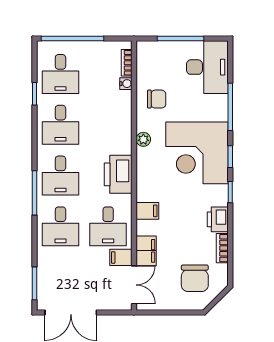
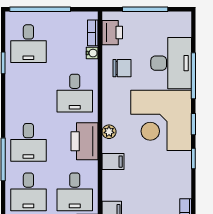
desk: (207, 67) -> (171, 63), moved
desk: (60, 125) -> (75, 93), moved
plant: (143, 139) -> (109, 132), moved
filing cabinet: (147, 211) -> (113, 162), moved
printer: (218, 219) -> (112, 33), moved, turned 180

